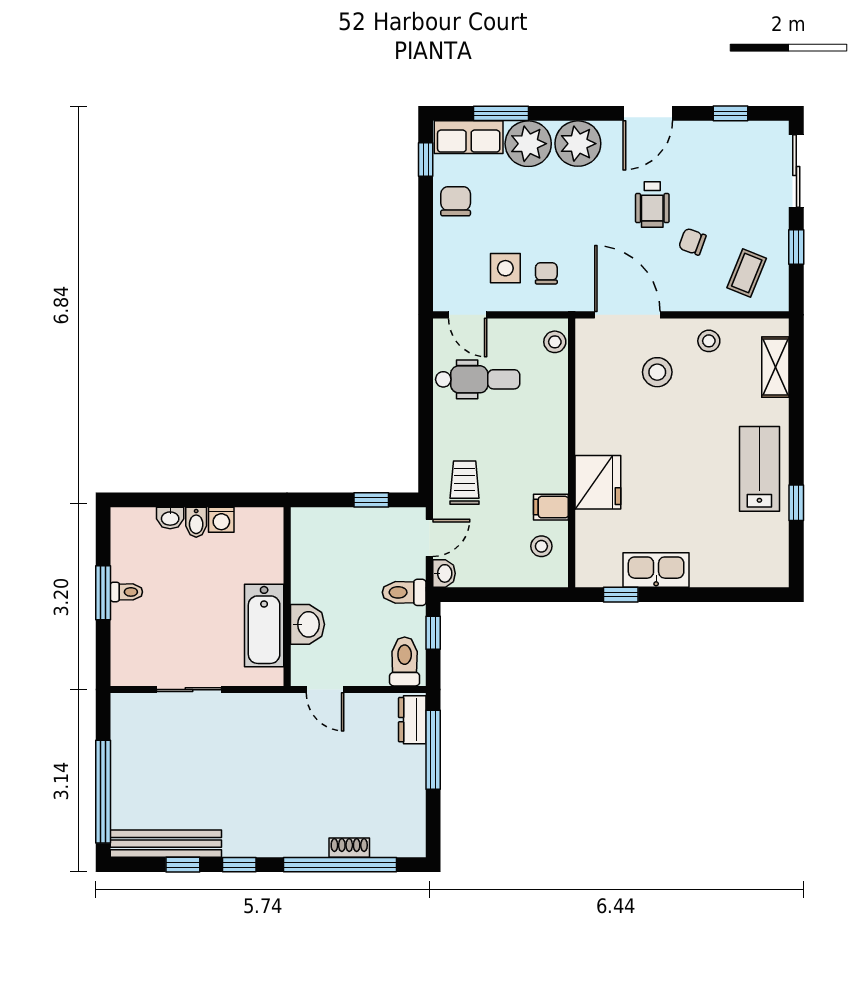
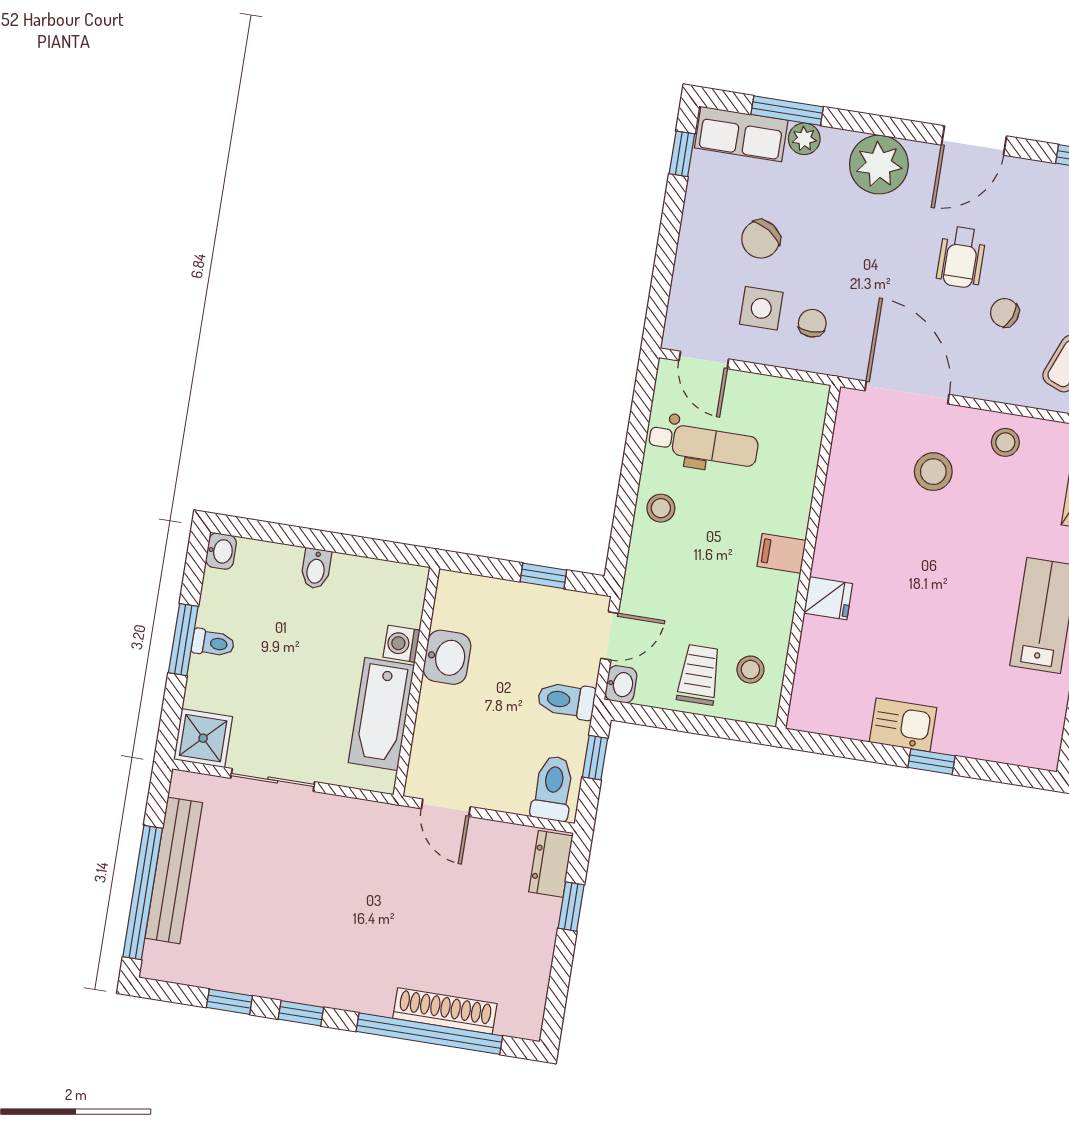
plant: (528, 144) -> (804, 139), width x0.53, depth x0.53
chair: (456, 201) -> (761, 239), moved, turned -147
stool: (555, 342) -> (661, 508), moved
fridge: (598, 482) -> (828, 598), width x0.53, depth x0.75
trolley: (465, 483) -> (699, 675), moved
filing cabinet: (551, 507) -> (781, 553), moved
washbasin: (170, 518) -> (221, 551), moved, turned -90
washing machine: (221, 520) -> (402, 644), moved, turned 90
kitchen sink: (656, 570) -> (903, 725), width x0.73
window: (621, 595) -> (931, 762), moved
washbasin: (307, 624) -> (447, 657), moved
shower: (130, 666) -> (203, 738), added
window: (433, 750) -> (571, 906), width x0.46
bench: (166, 844) -> (174, 870), moved, turned 90
shoe rack: (349, 848) -> (445, 1011), width x1.94, depth x1.24

